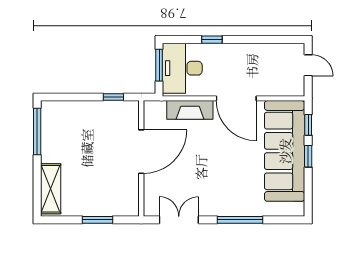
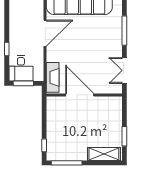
desk: (182, 68) -> (21, 68), width x0.73
window: (113, 97) -> (44, 145), moved
fireplace: (190, 110) -> (53, 77), moved
window: (97, 220) -> (124, 136), moved

